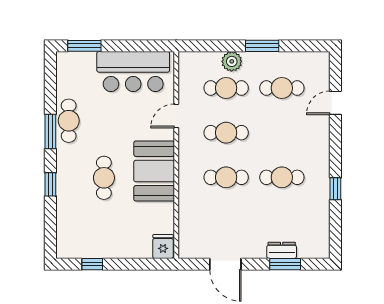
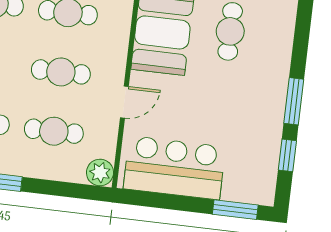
plant: (232, 61) -> (100, 172), moved
cafe table: (69, 121) -> (268, 113), removed
window: (50, 184) -> (287, 155), moved

